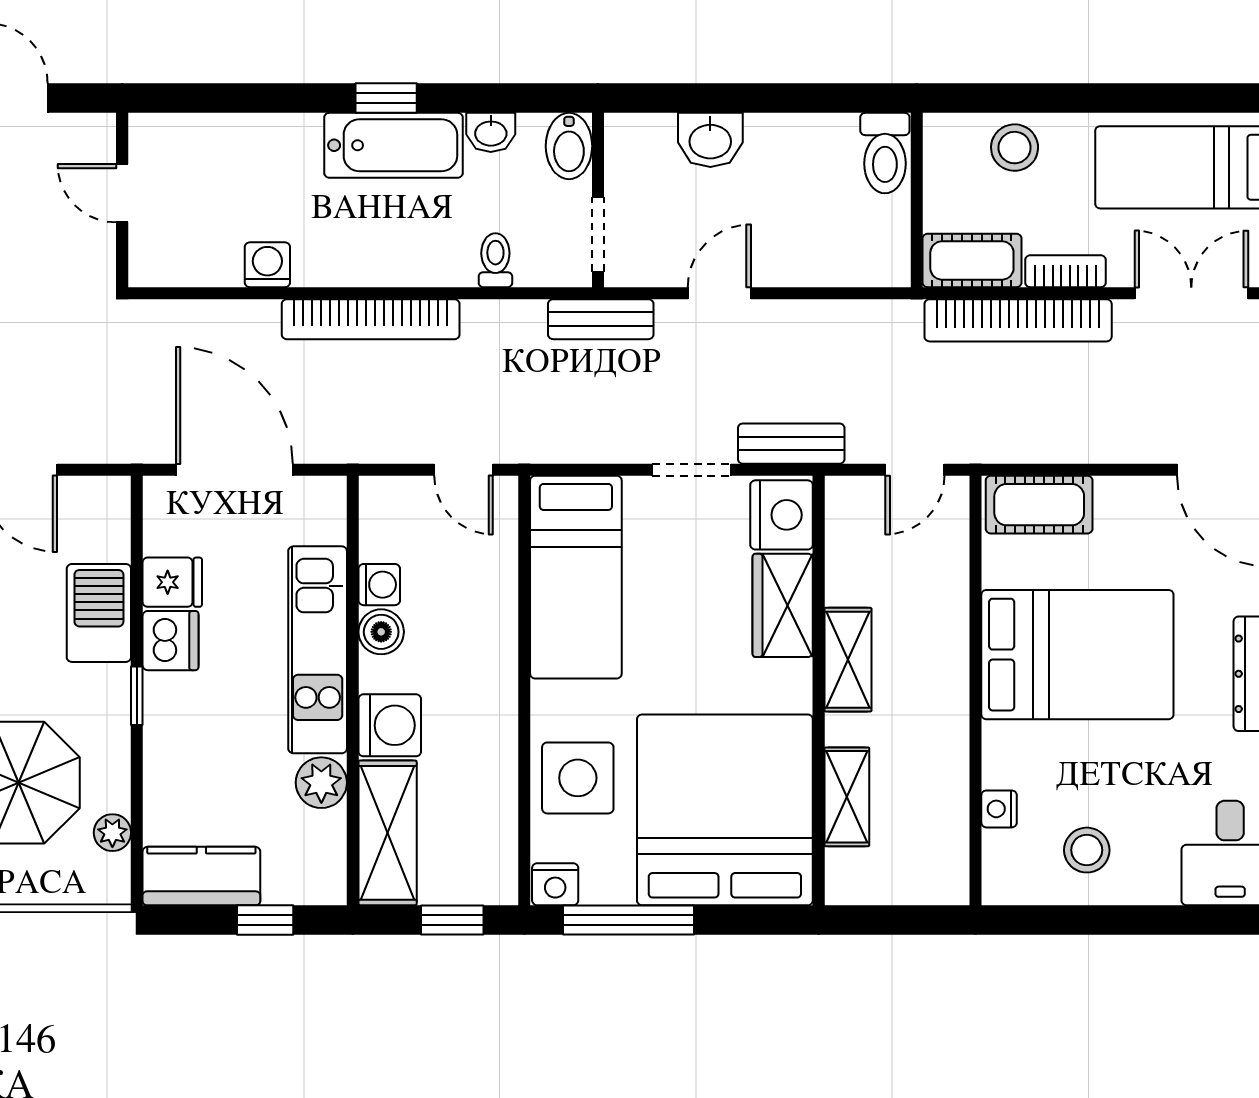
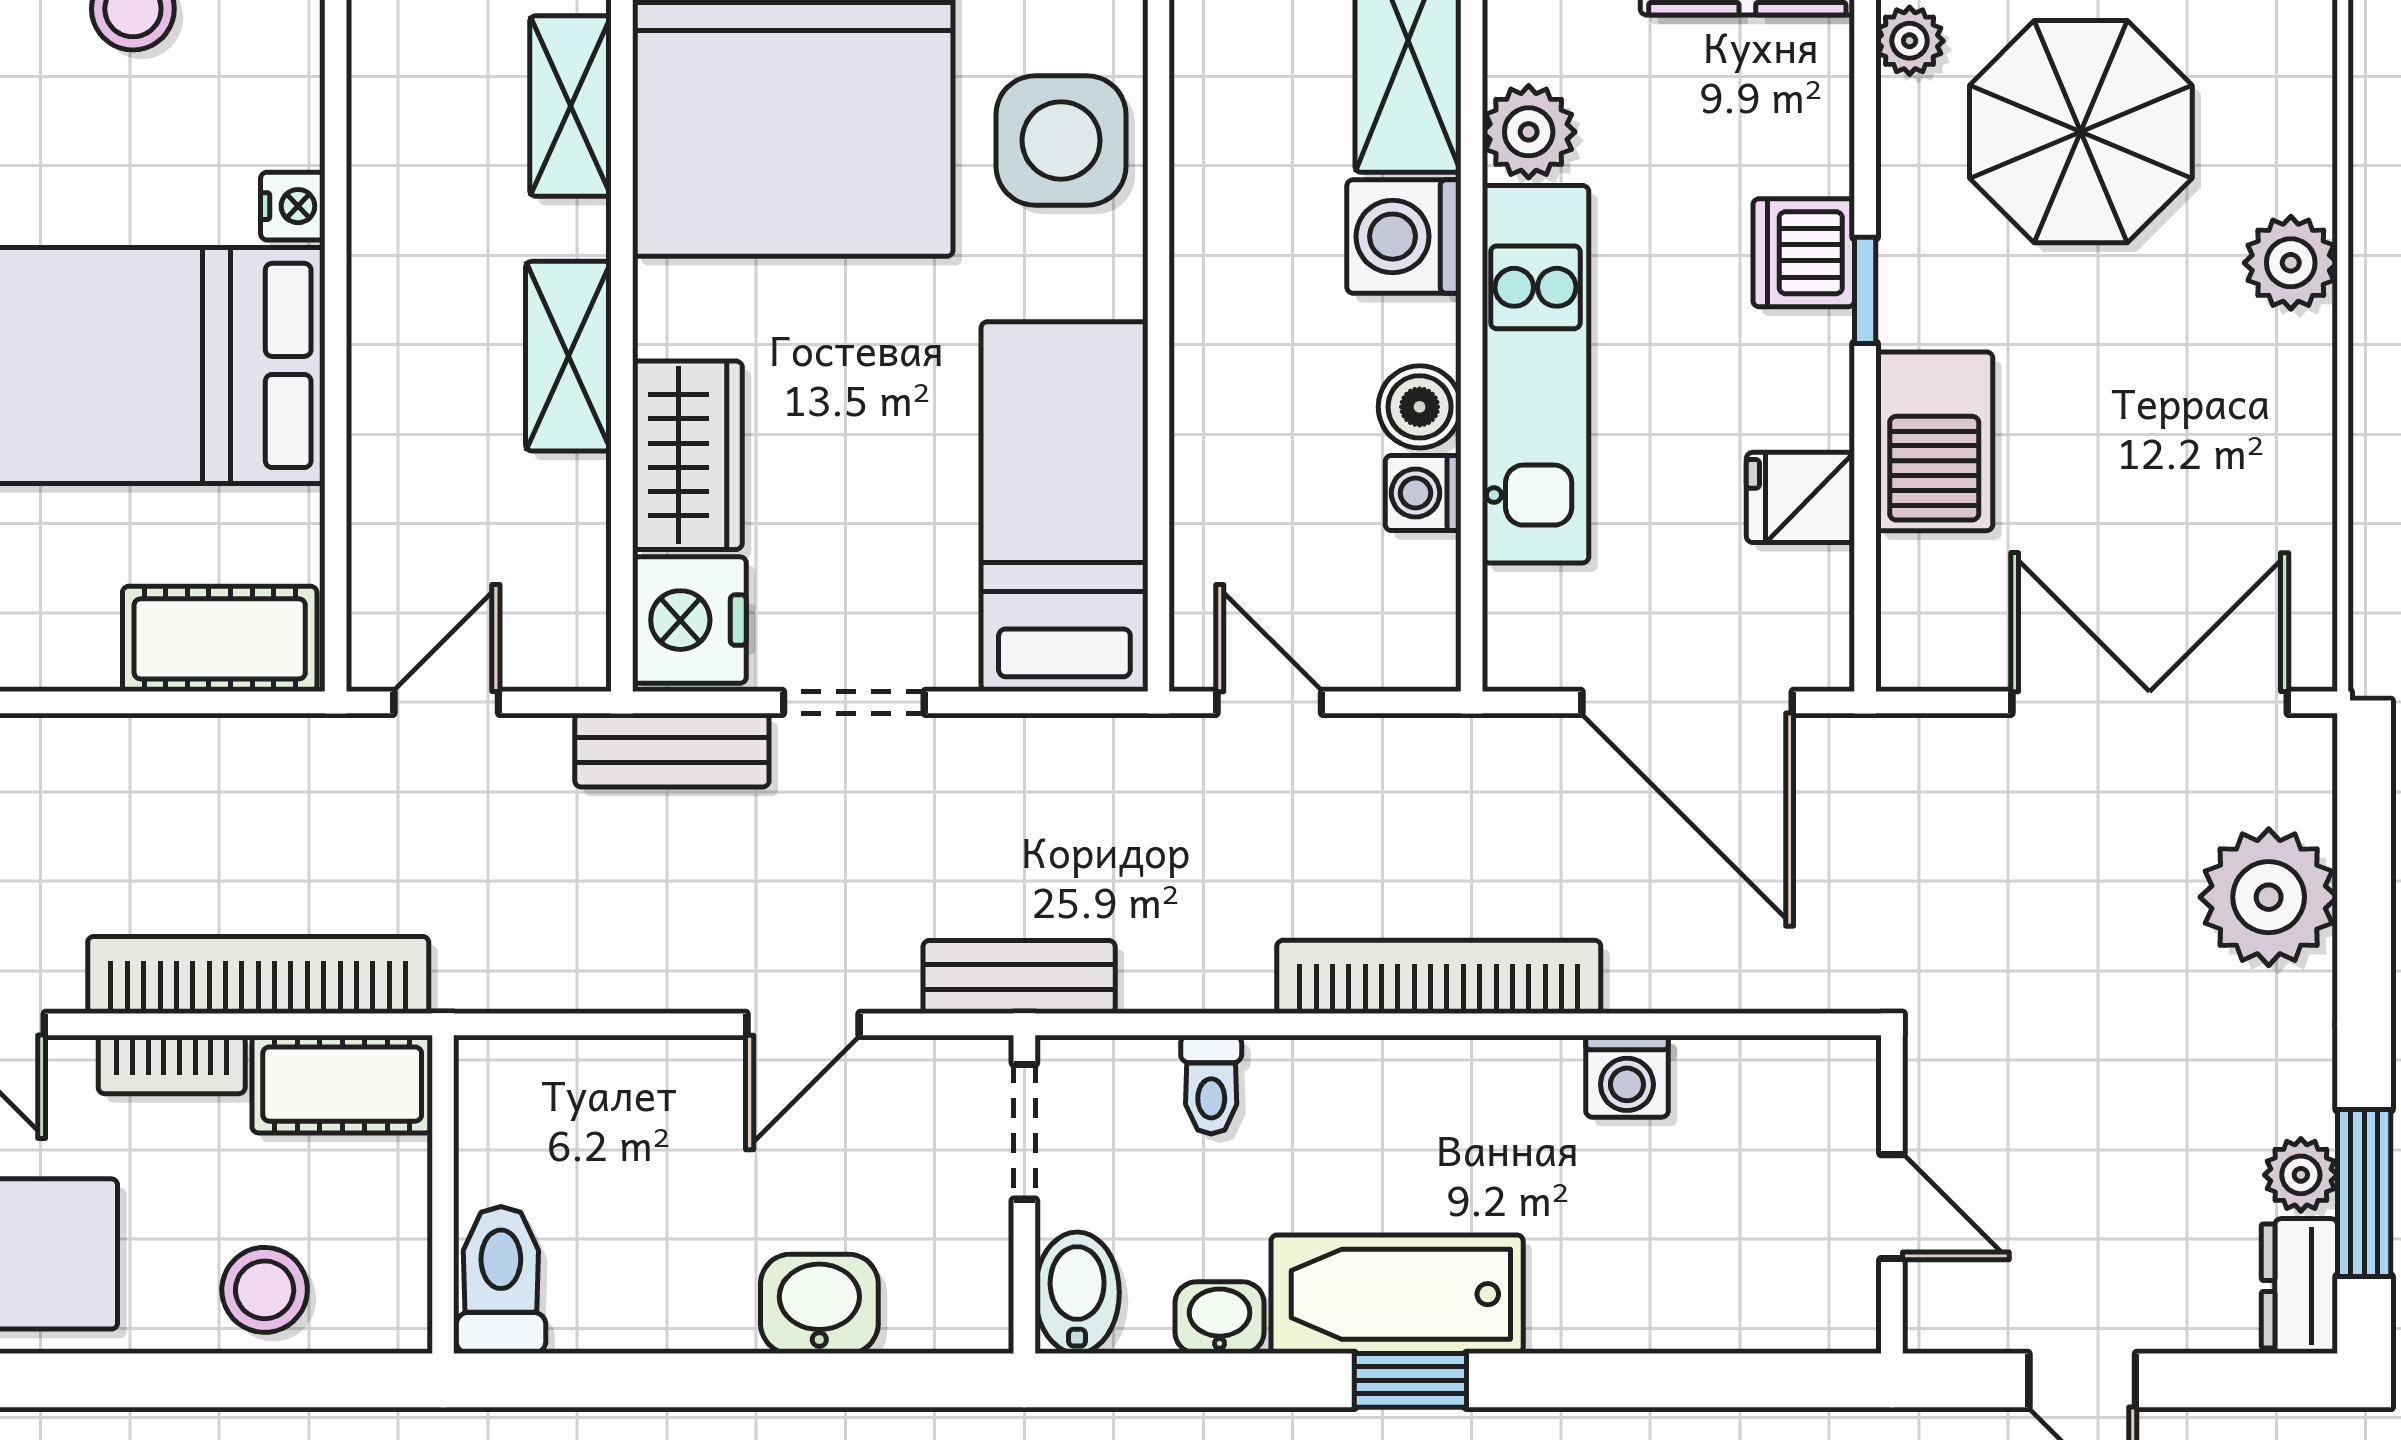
dishwasher: (171, 641) -> (1804, 253), moved
nightstand: (999, 809) -> (293, 206), moved

